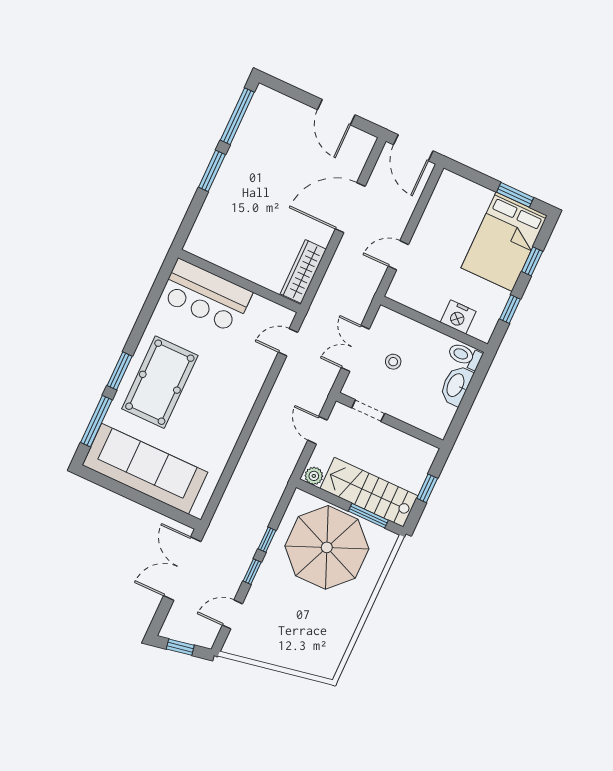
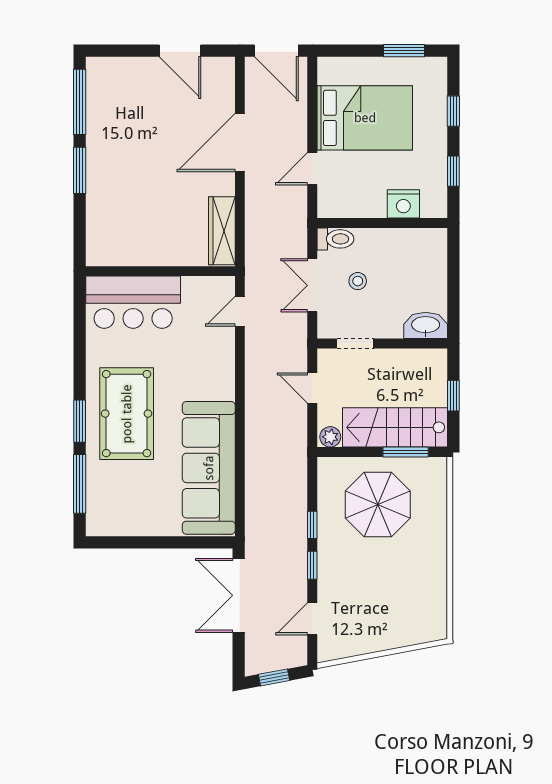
bed: (504, 242) -> (365, 118), moved, turned -90
toilet: (465, 356) -> (335, 239), moved, turned 180
washbasin: (456, 385) -> (426, 325), moved, turned 90
sofa: (145, 469) -> (209, 468), moved, turned -90
parasol: (327, 547) -> (378, 505), width x0.73, depth x0.73

